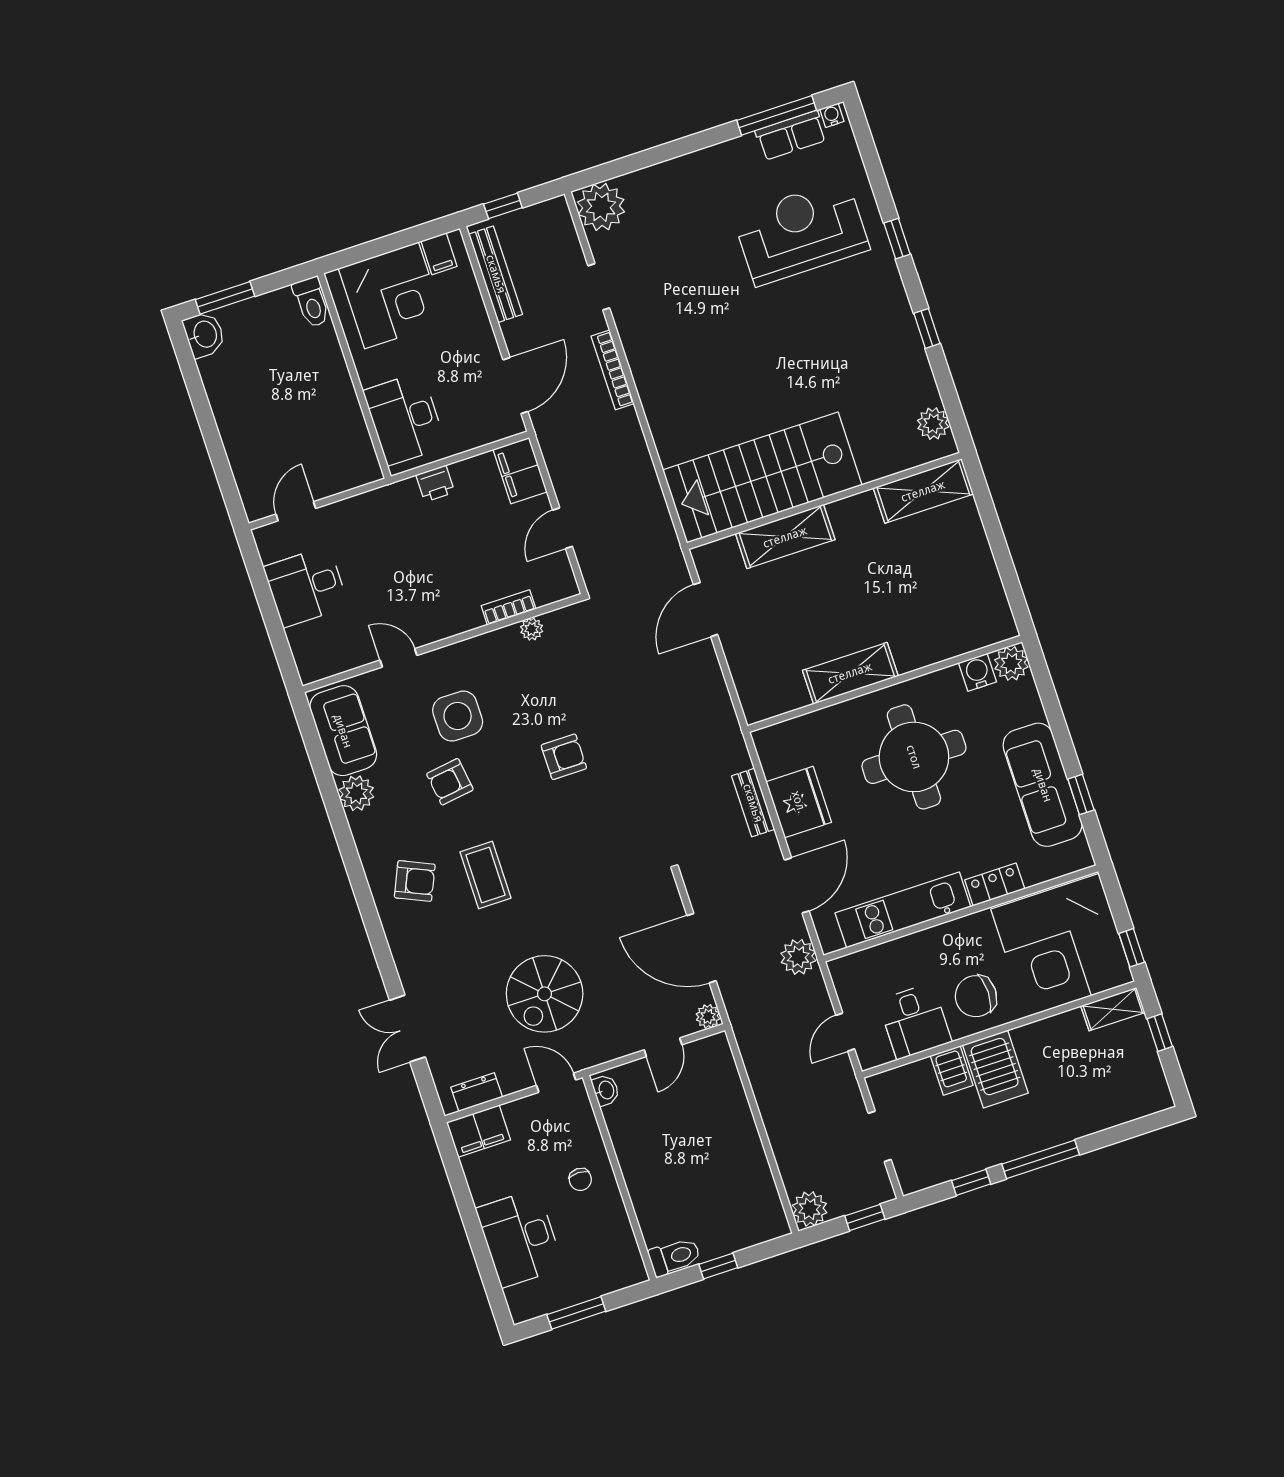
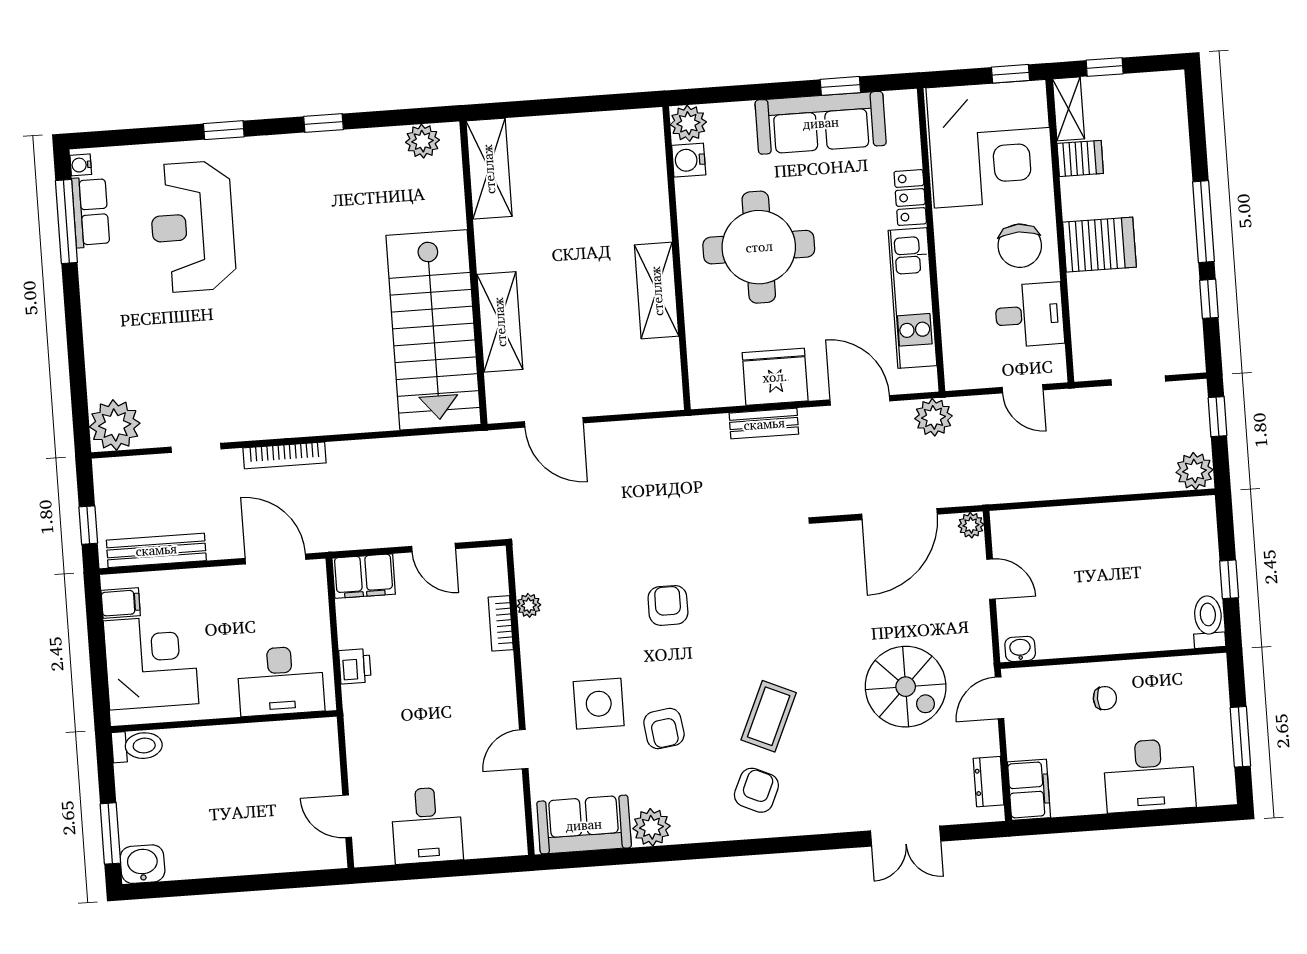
coffee table: (486, 875) -> (769, 716), turned -66
server rack: (952, 1071) -> (1080, 158), moved

